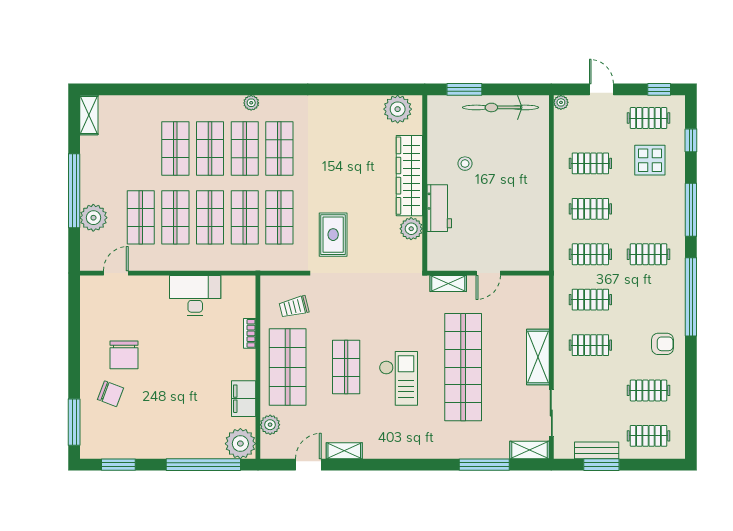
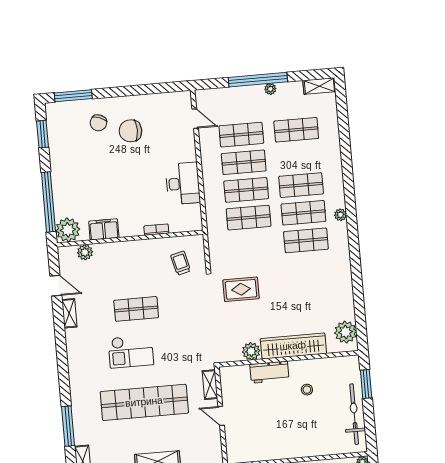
shop shelf: (175, 149) -> (296, 130), moved
shop shelf: (279, 217) -> (251, 245), removed
plant: (93, 218) -> (270, 89), moved, width x0.53, depth x0.53
shop shelf: (288, 367) -> (132, 262), removed

